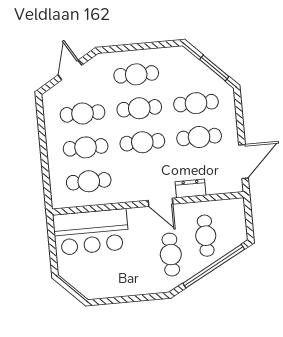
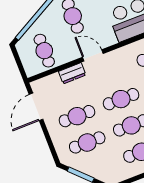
cafe table: (206, 236) -> (44, 51), moved

